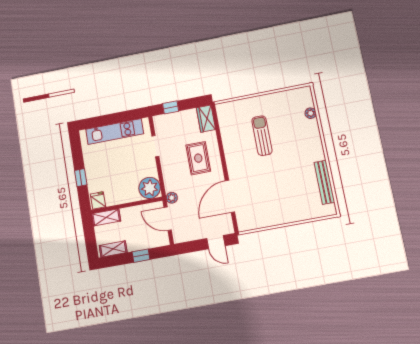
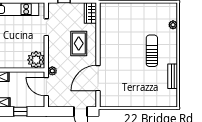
sun lounger: (262, 136) -> (152, 51), moved
bench: (324, 182) -> (173, 76), width x0.73

